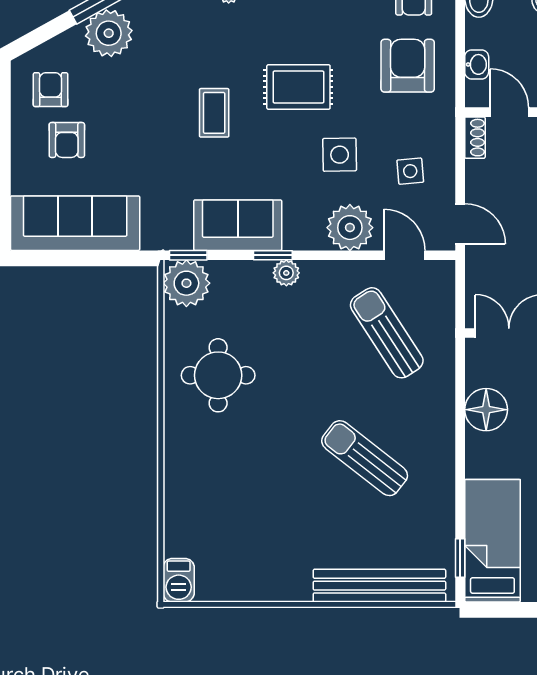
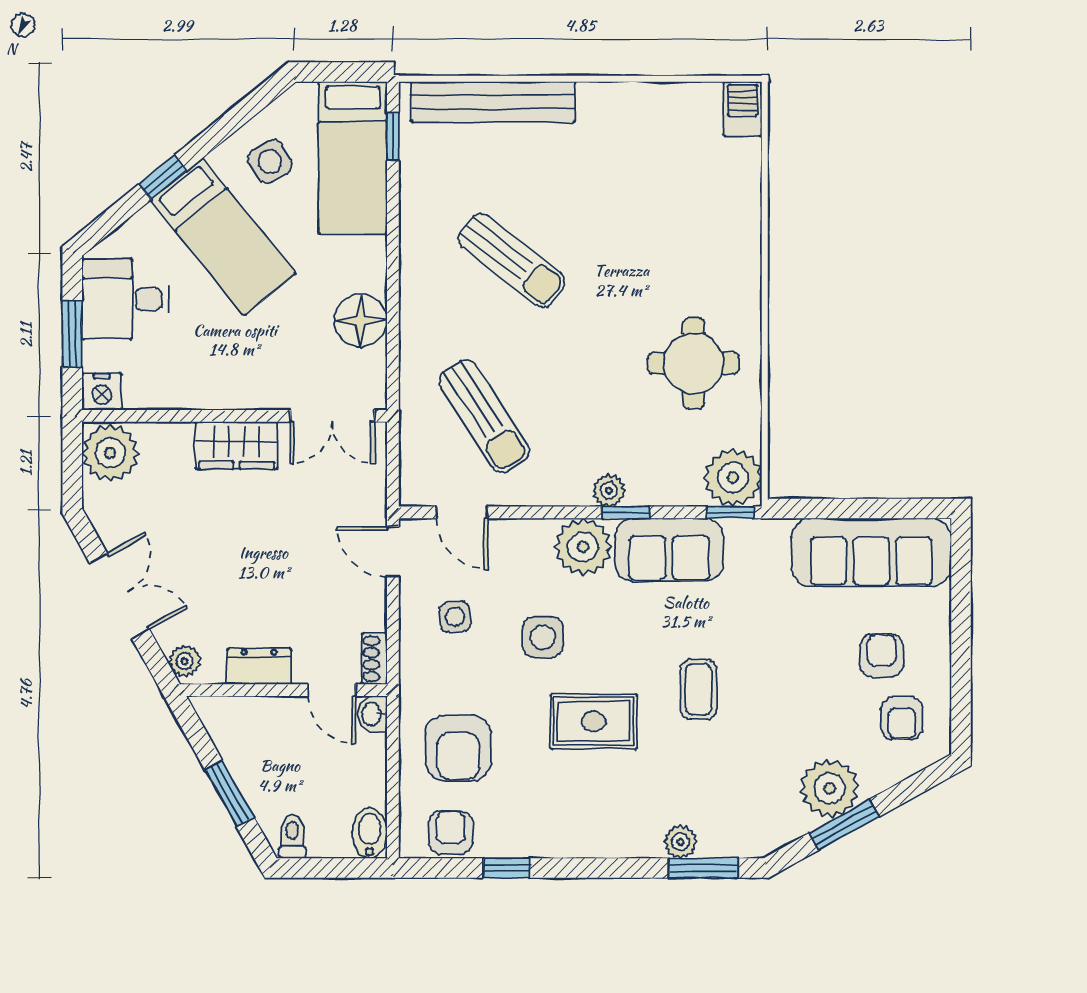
washbasin: (477, 64) -> (372, 714), moved
plant: (350, 228) -> (583, 547), moved

